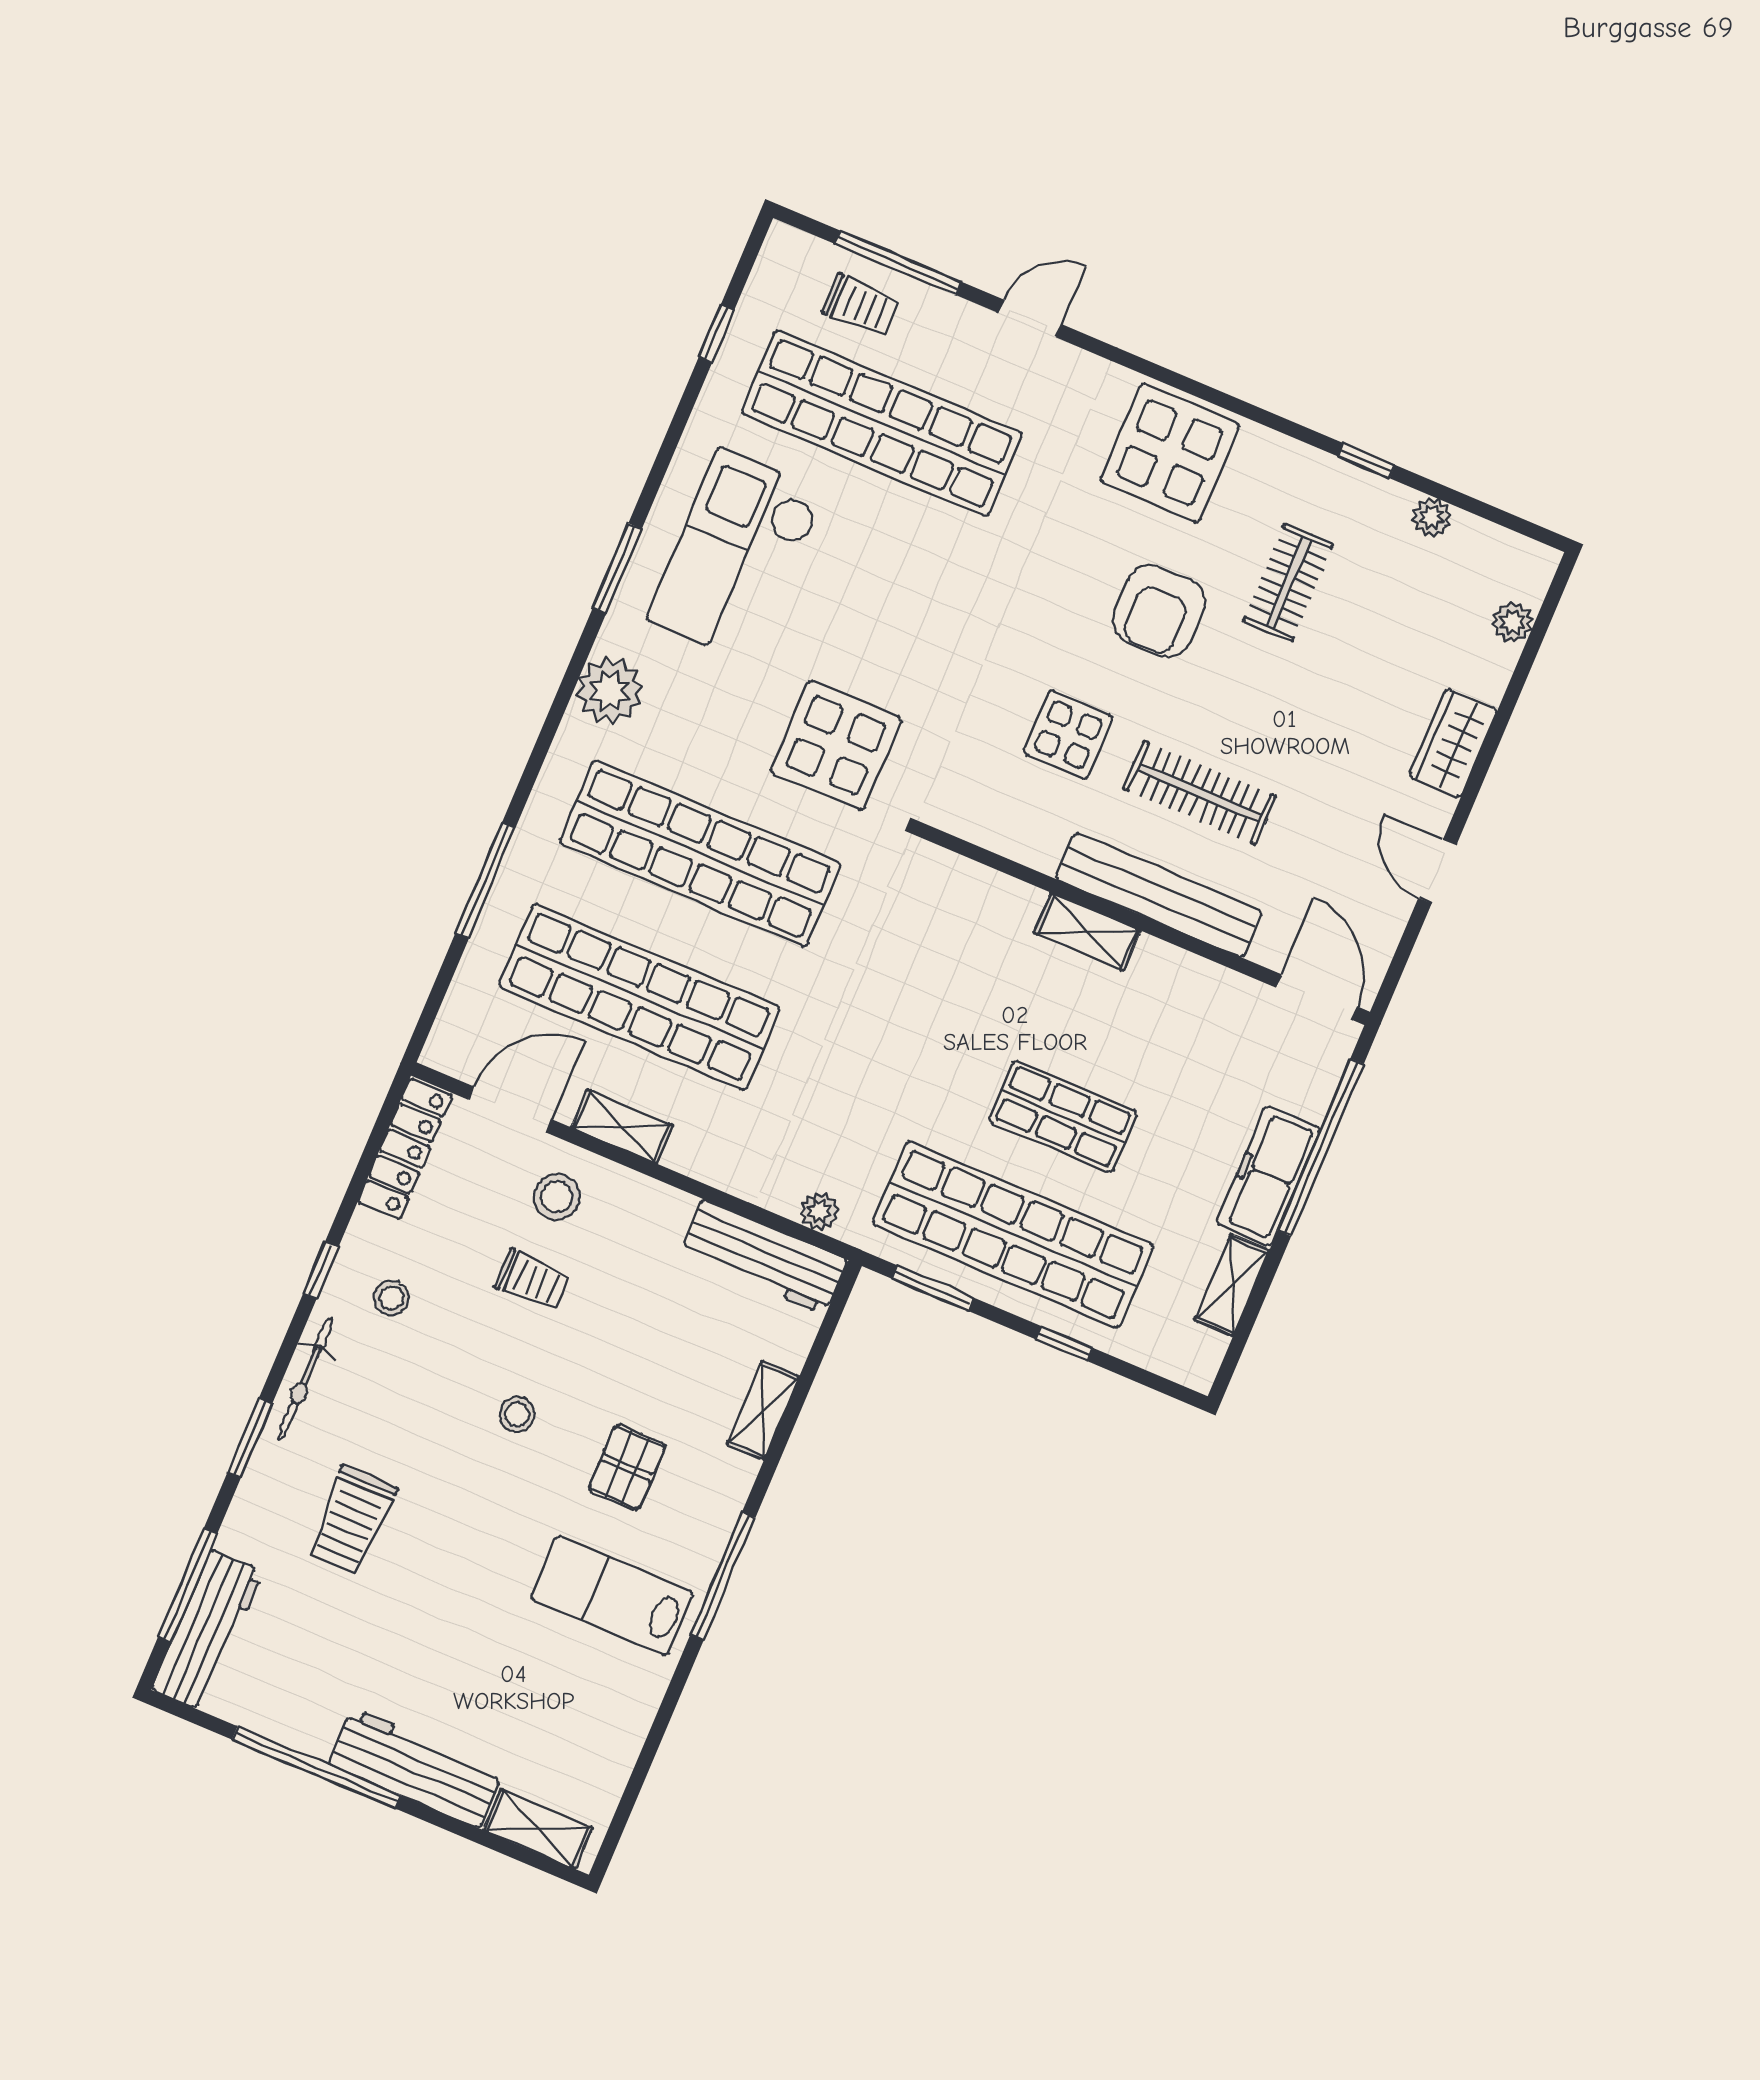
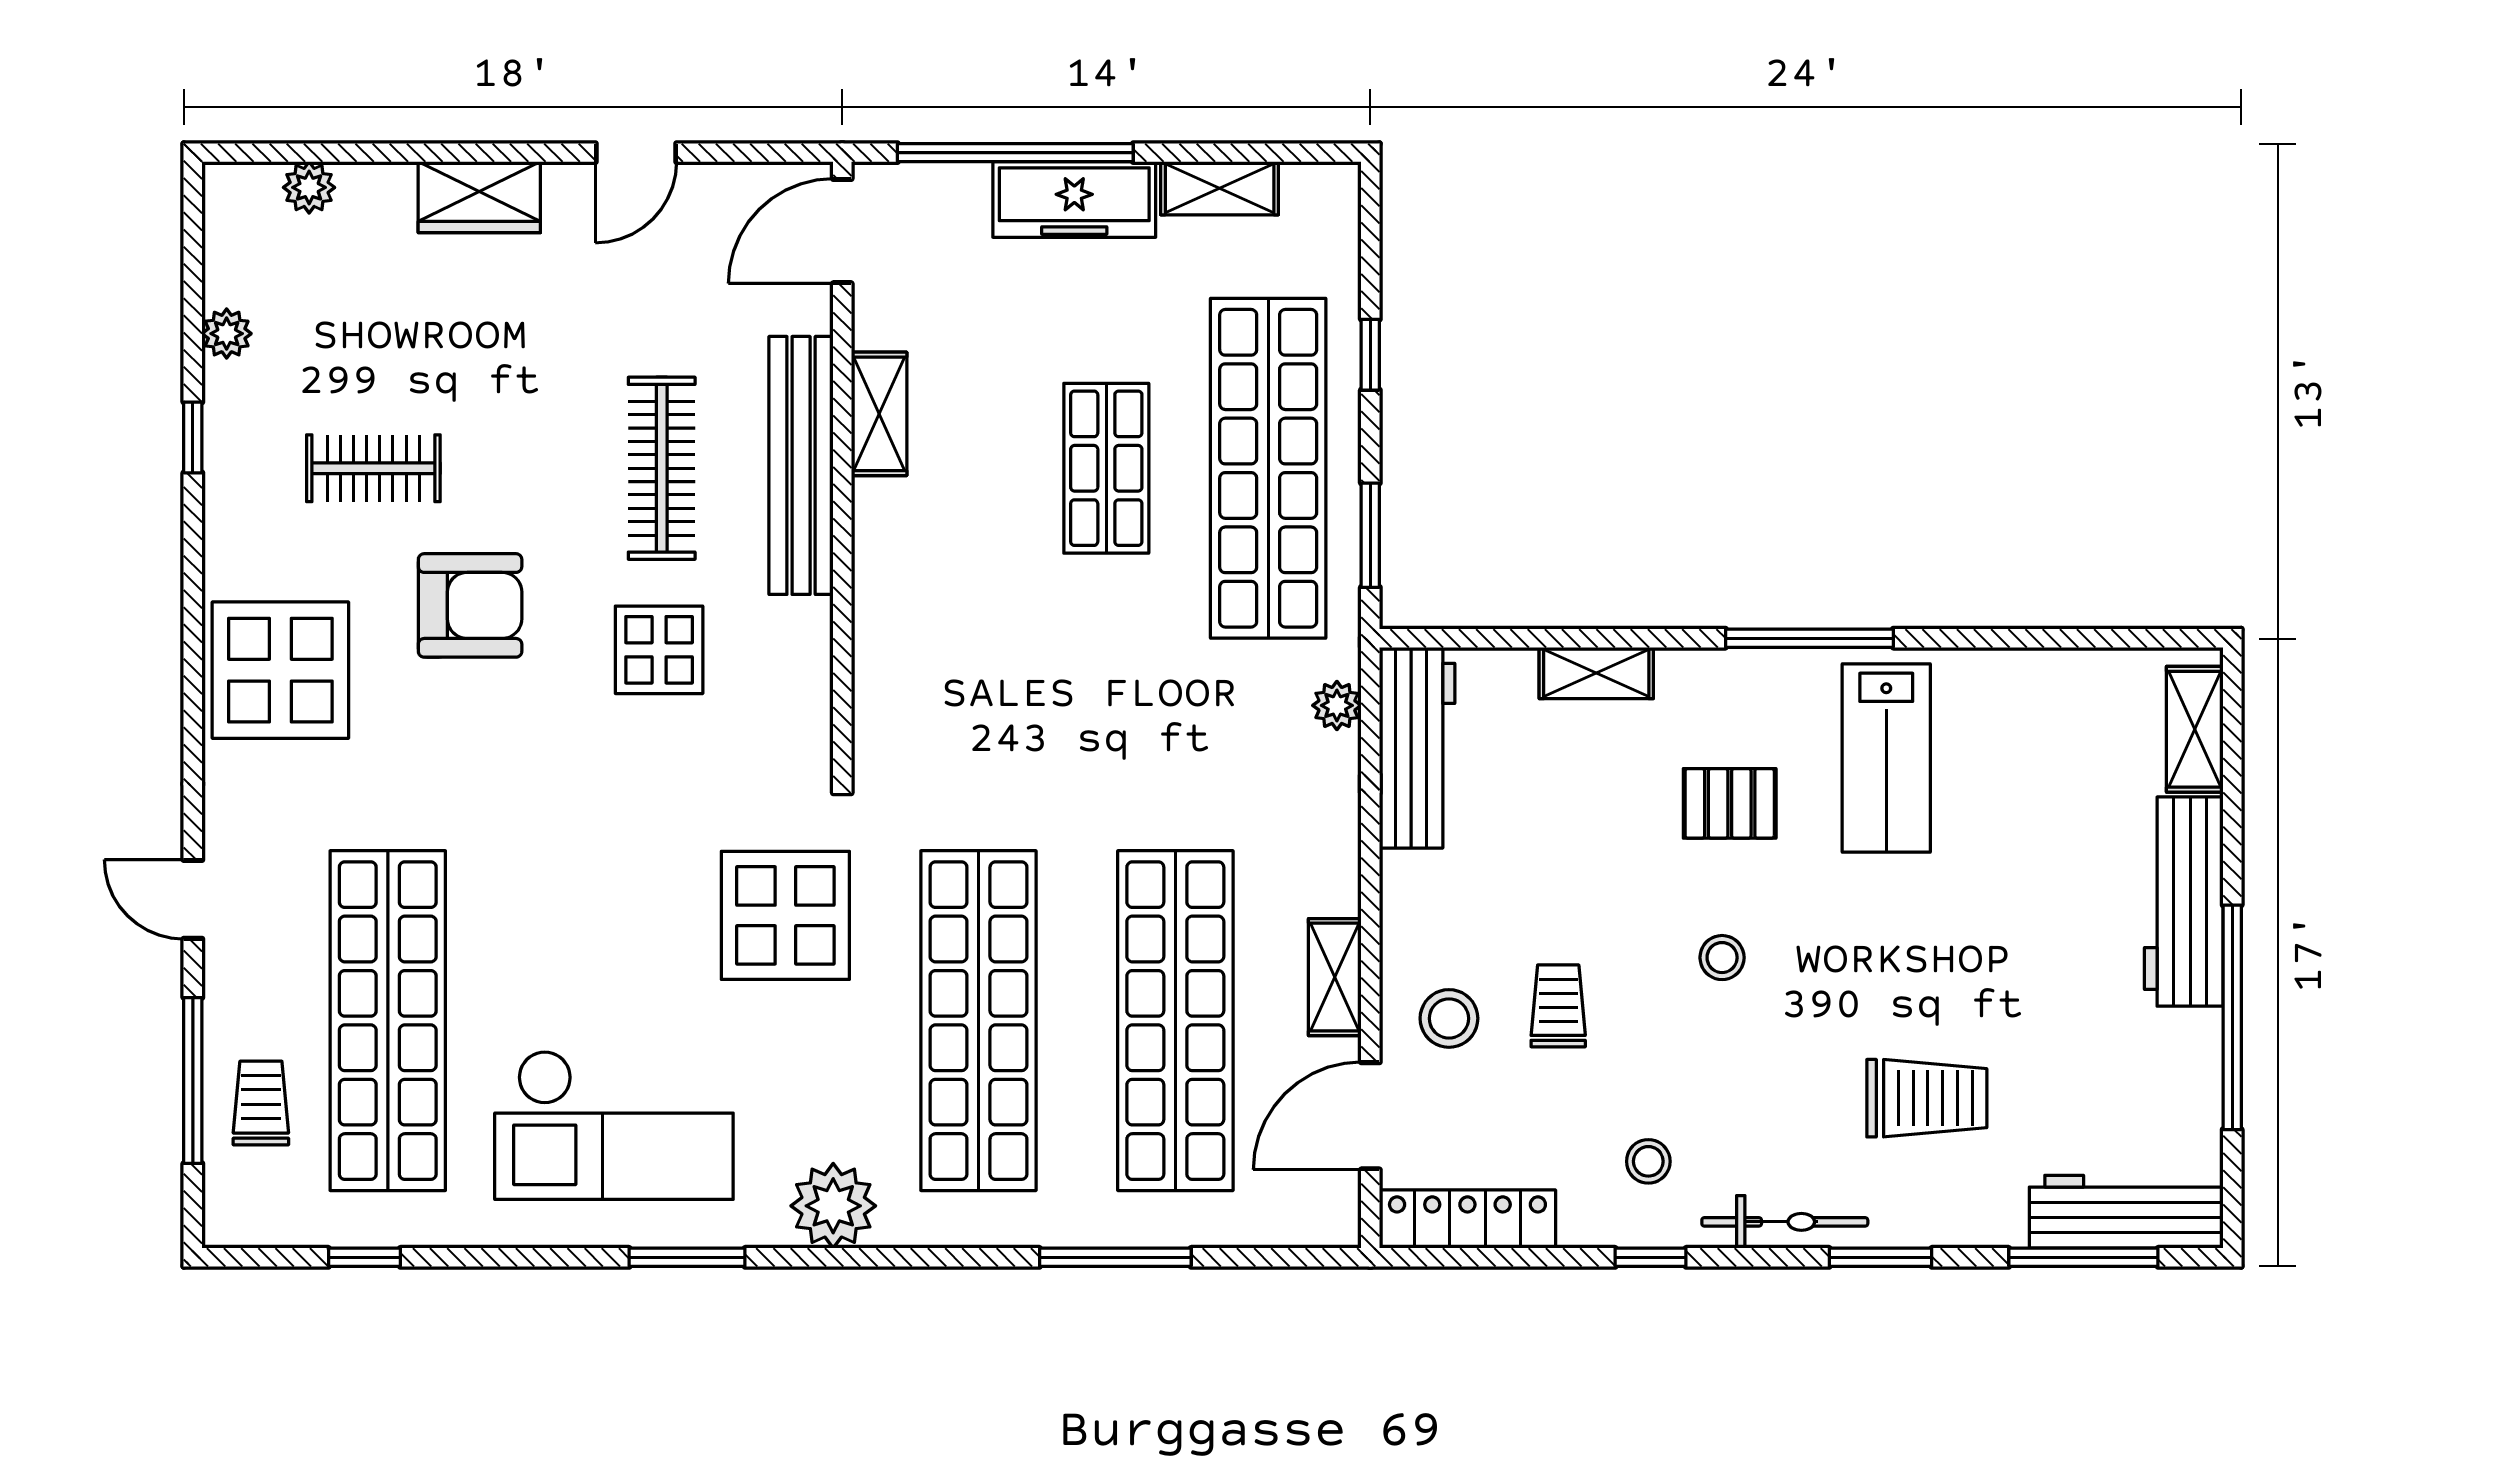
shelving: (1087, 932) -> (879, 414), moved
door: (510, 1110) -> (1370, 1116), hinge flipped

